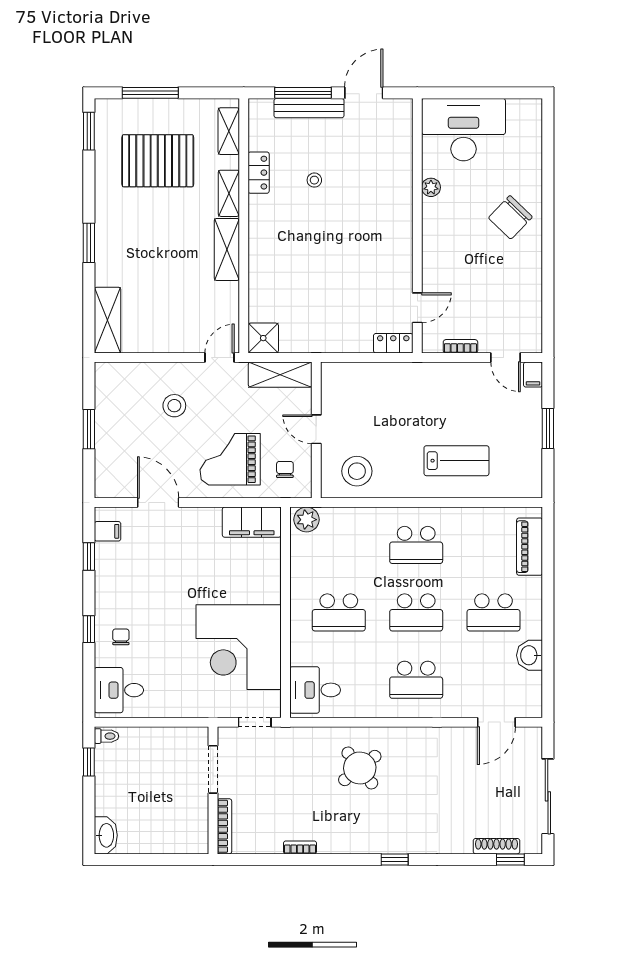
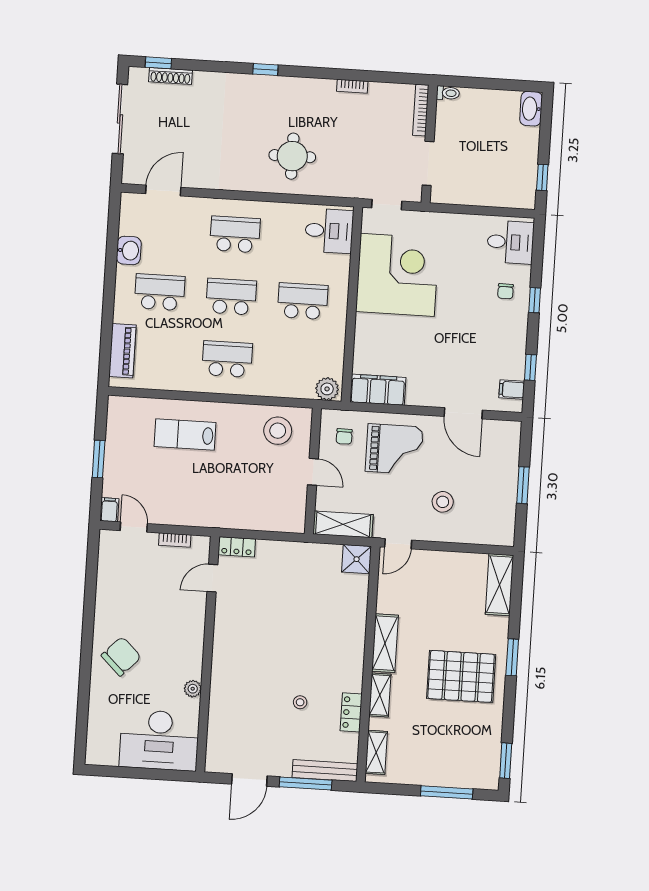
bench: (309, 108) -> (325, 771), moved
pallet: (158, 161) -> (461, 676), moved
toilet: (107, 736) -> (448, 93), moved, turned 180
round table: (360, 768) -> (292, 156), turned 38

